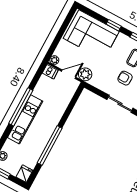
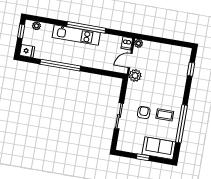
window: (114, 25) -> (191, 69), moved
corner sofa: (91, 35) -> (172, 69), removed
door: (69, 74) -> (130, 61), swing flipped

